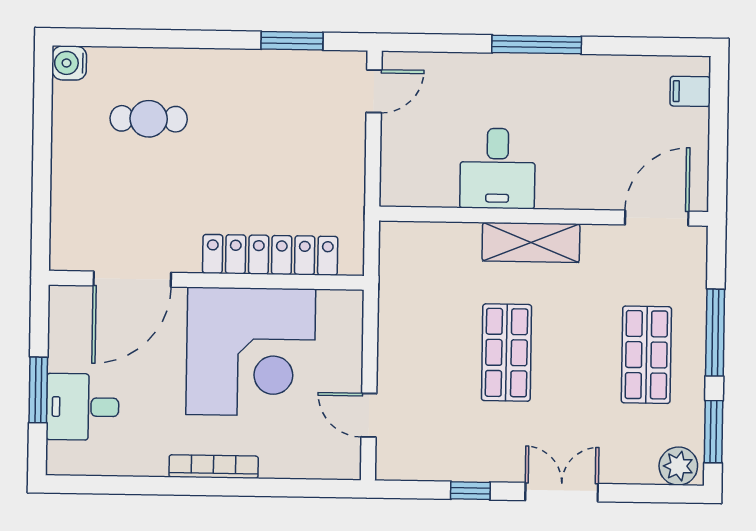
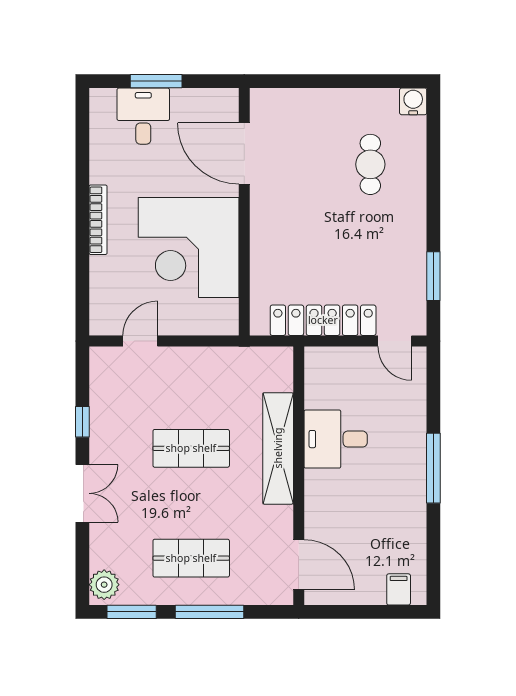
shelving: (531, 242) -> (278, 448), width x1.47
locker: (270, 255) -> (323, 320), moved, turned -90

